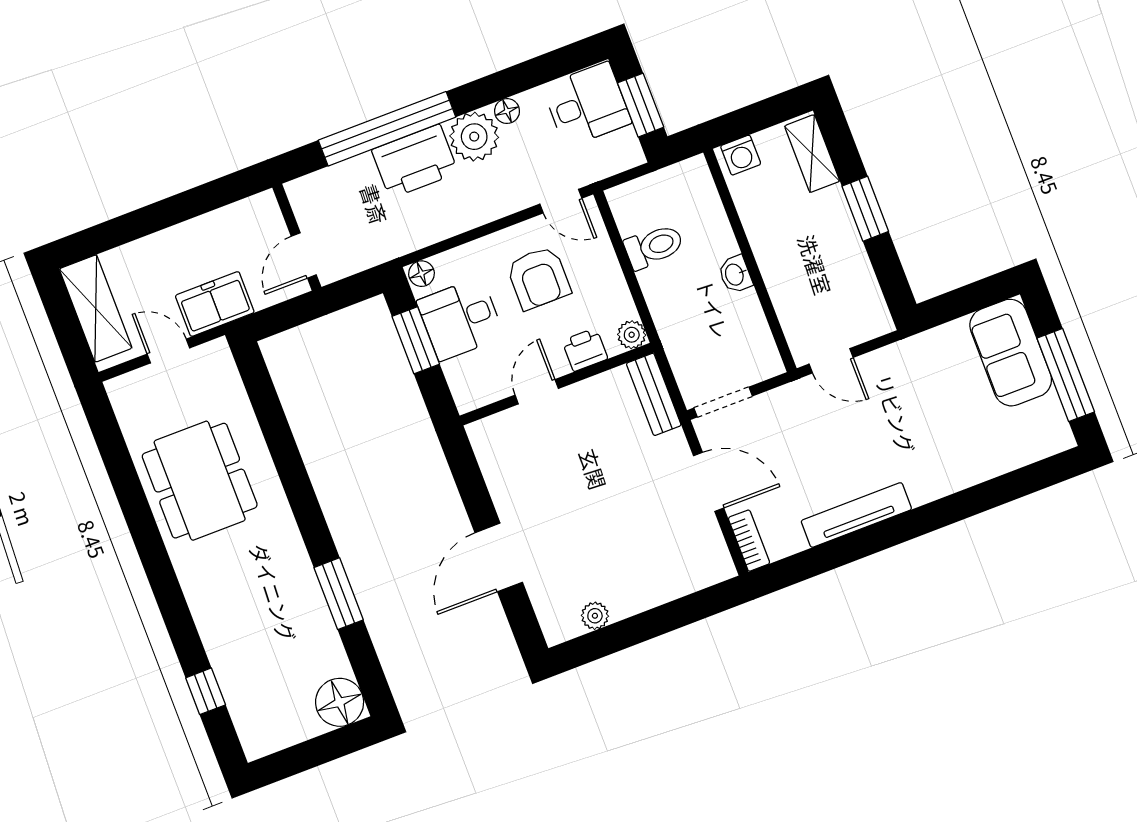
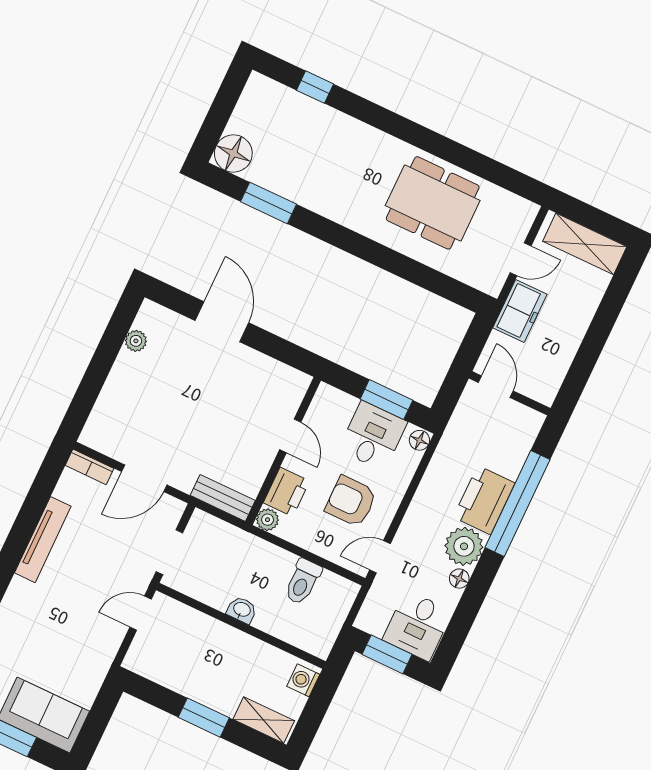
printer: (585, 350) -> (286, 492), width x1.36, depth x1.24
doorway: (723, 402) -> (169, 552), moved
window: (339, 594) -> (269, 203), moved

